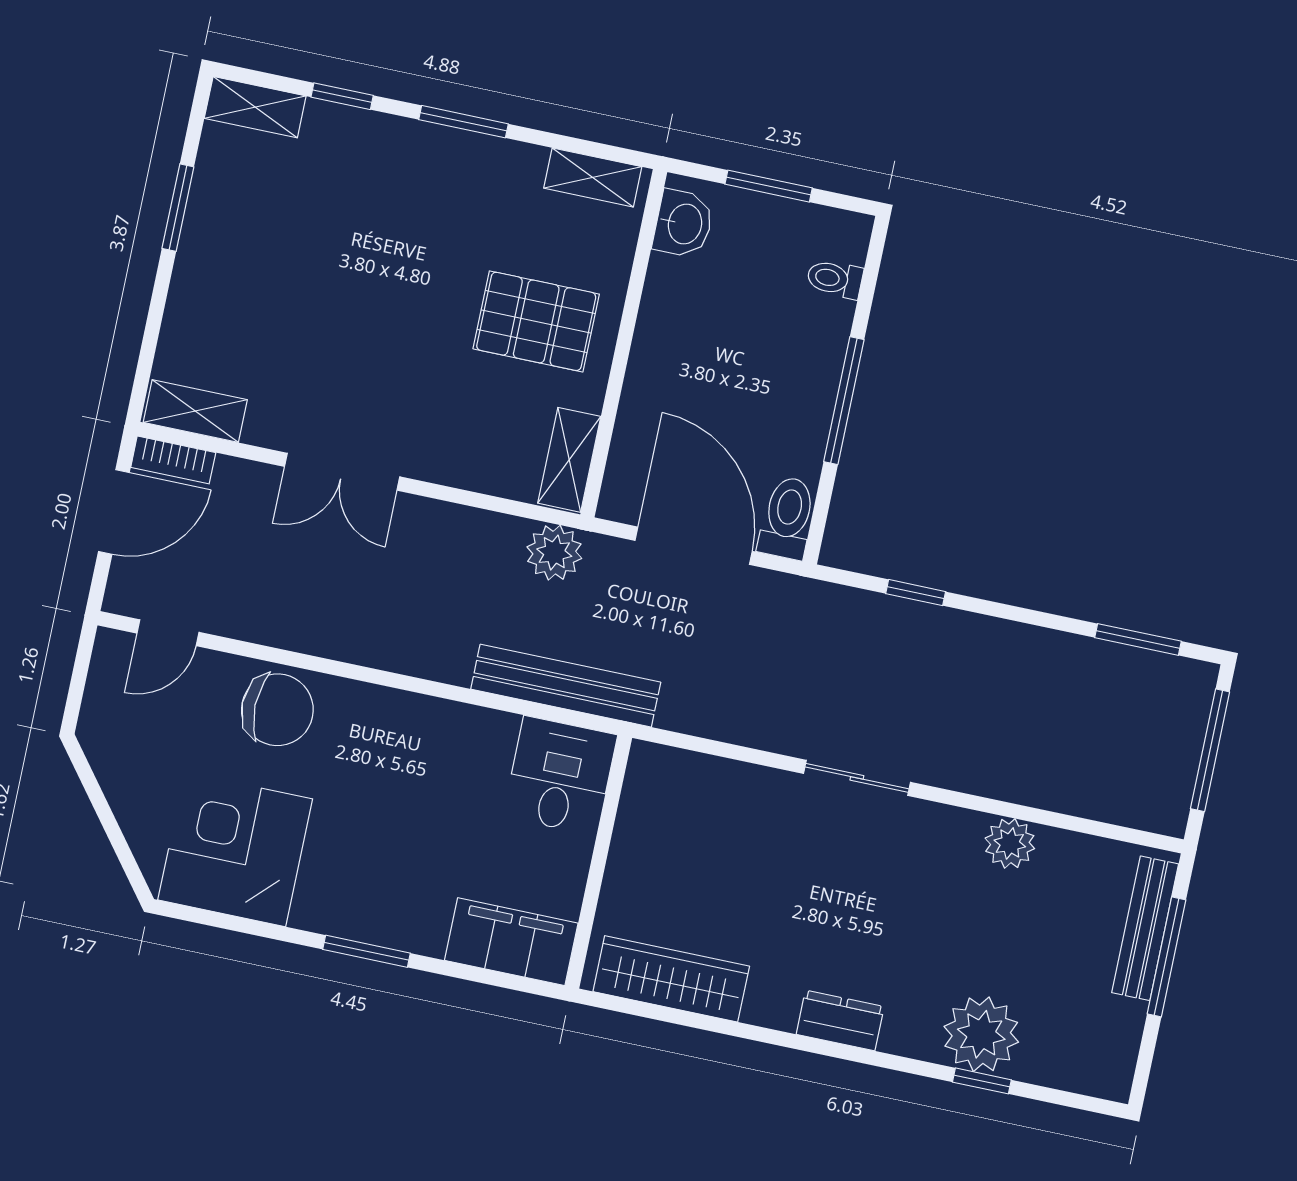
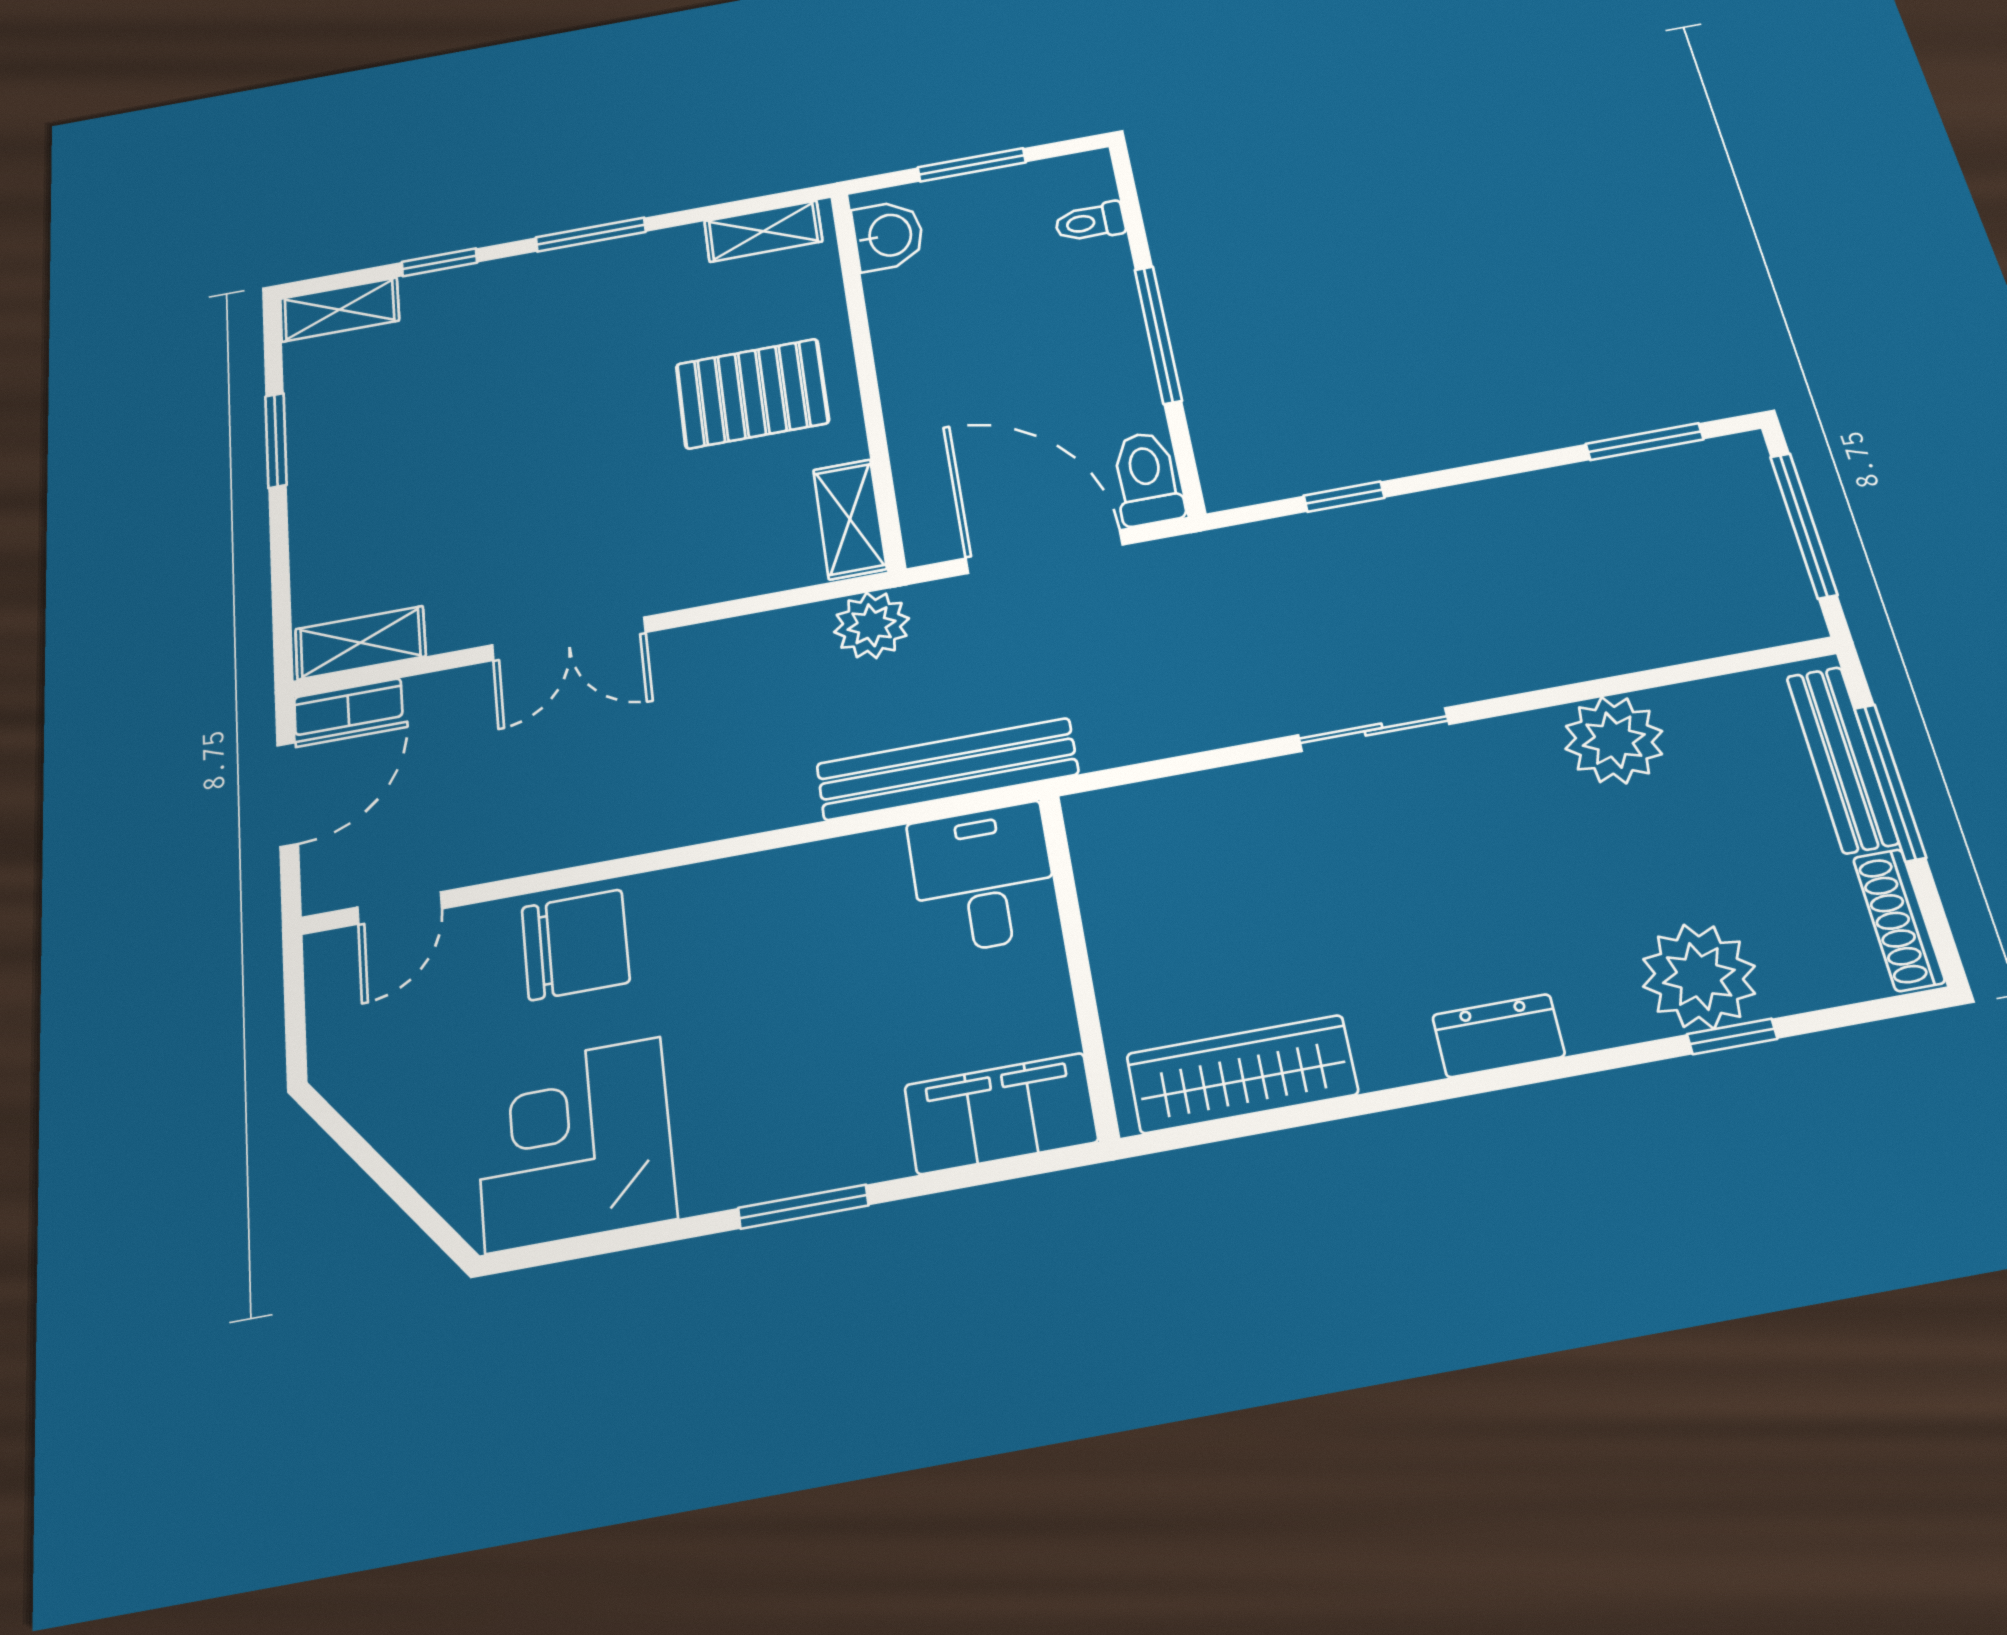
plant: (1010, 843) -> (1614, 740), width x1.36, depth x1.36
shoe rack: (1122, 1050) -> (1899, 920), added

